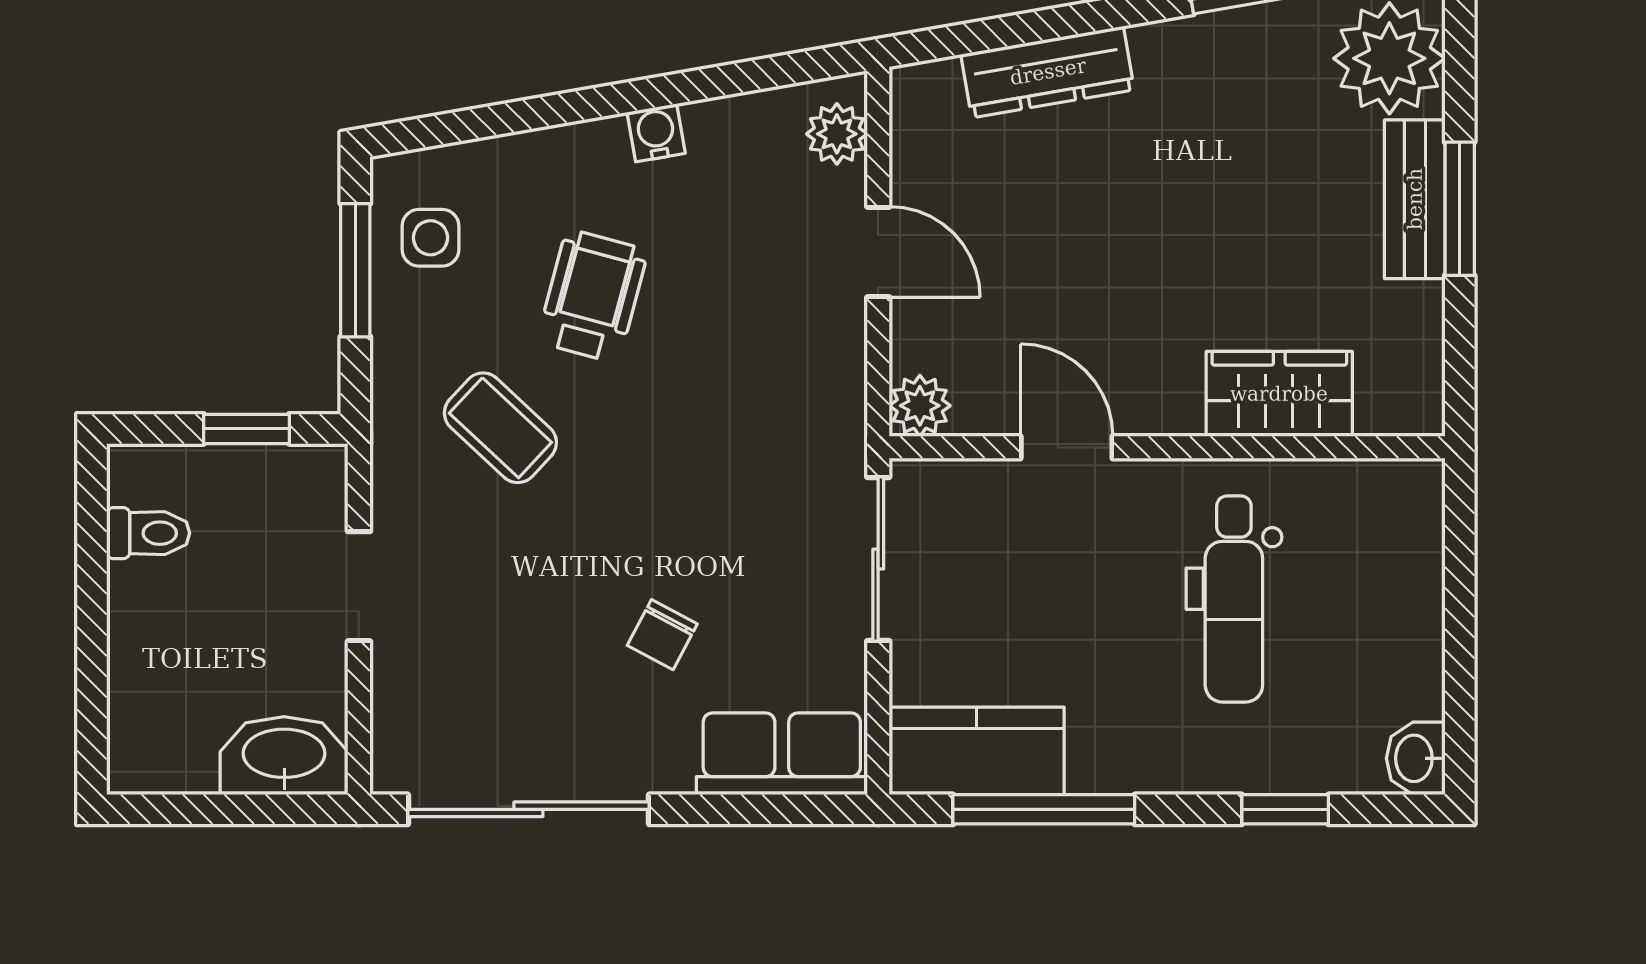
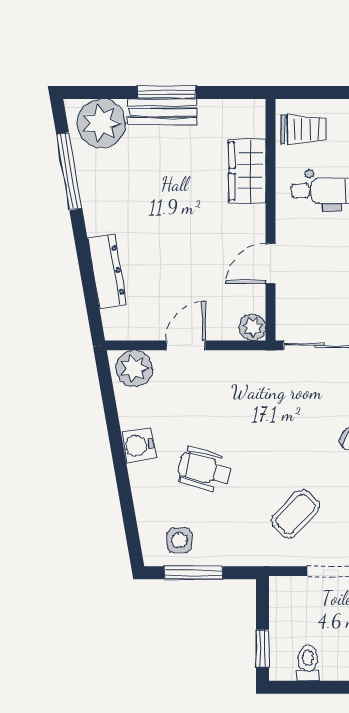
water cooler: (656, 133) -> (139, 445), width x1.38, depth x1.38
plant: (837, 134) -> (134, 368), width x1.38, depth x1.38
coffee table: (500, 428) -> (296, 514), moved
window: (246, 429) -> (263, 649), moved
trolley: (1375, 523) -> (303, 129), added

